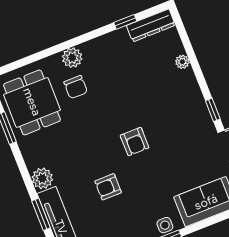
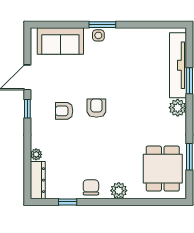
dresser: (151, 25) -> (38, 180), moved, turned 90
chair: (76, 87) -> (91, 187), moved
armchair: (108, 187) -> (64, 111), moved, turned 180

